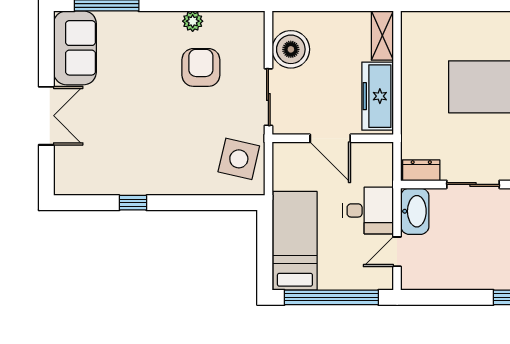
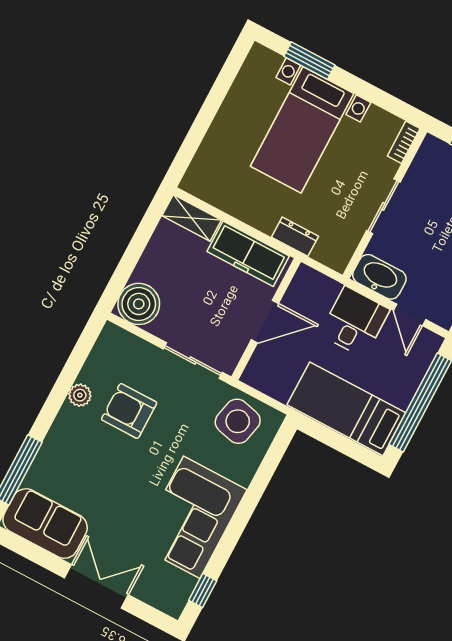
boiler: (291, 49) -> (139, 304), moved
corner sofa: (142, 163) -> (192, 517), added
dresser: (421, 170) -> (295, 237), moved, turned 90
window: (133, 203) -> (203, 590), moved

